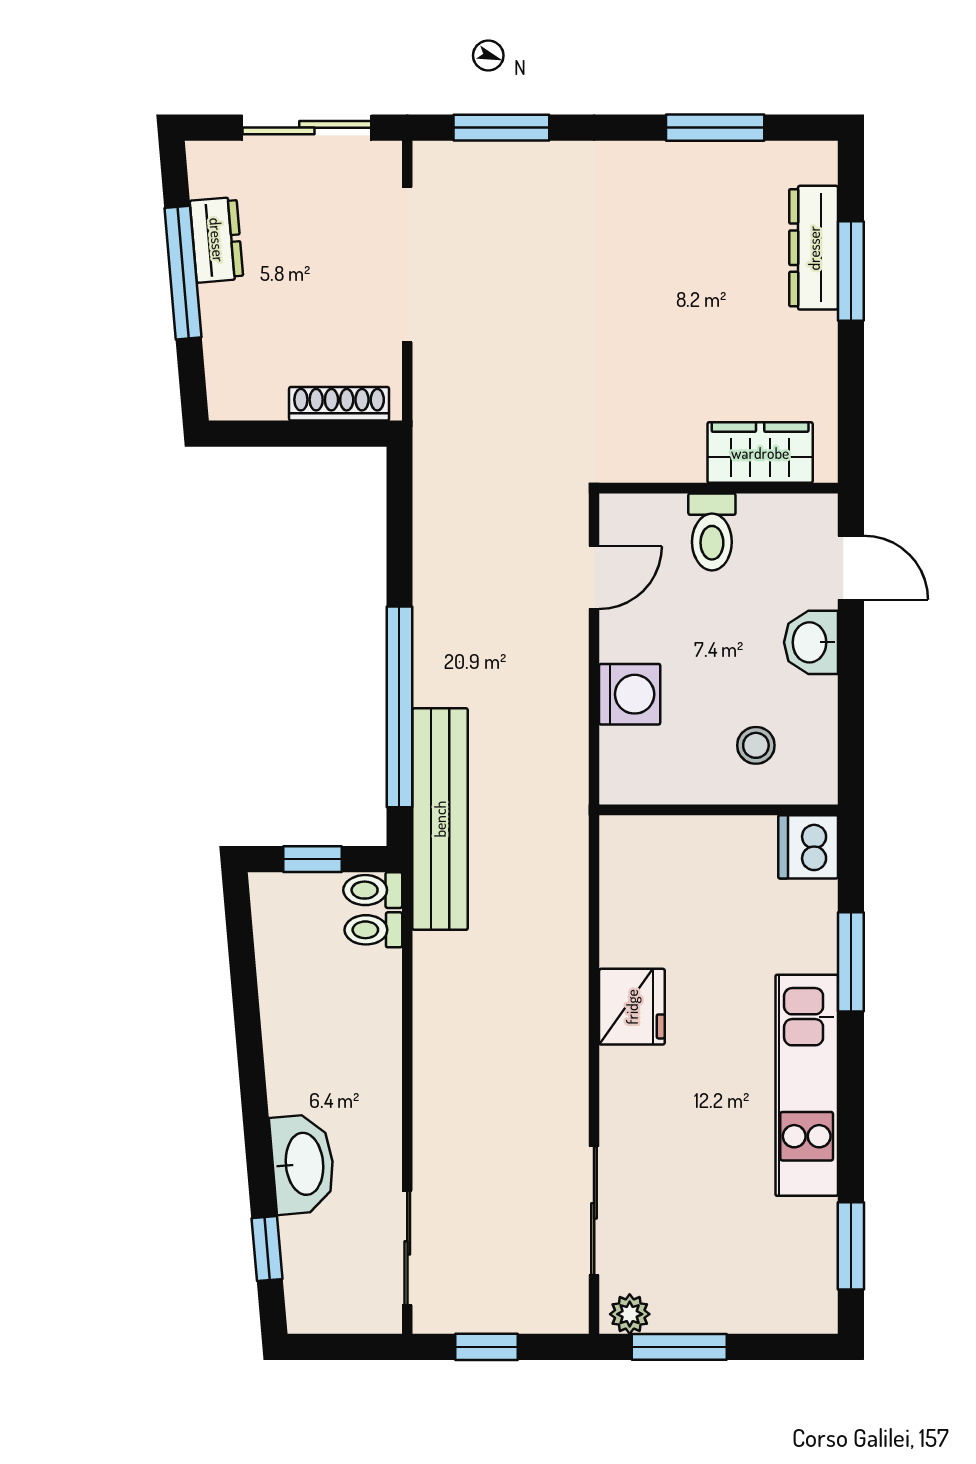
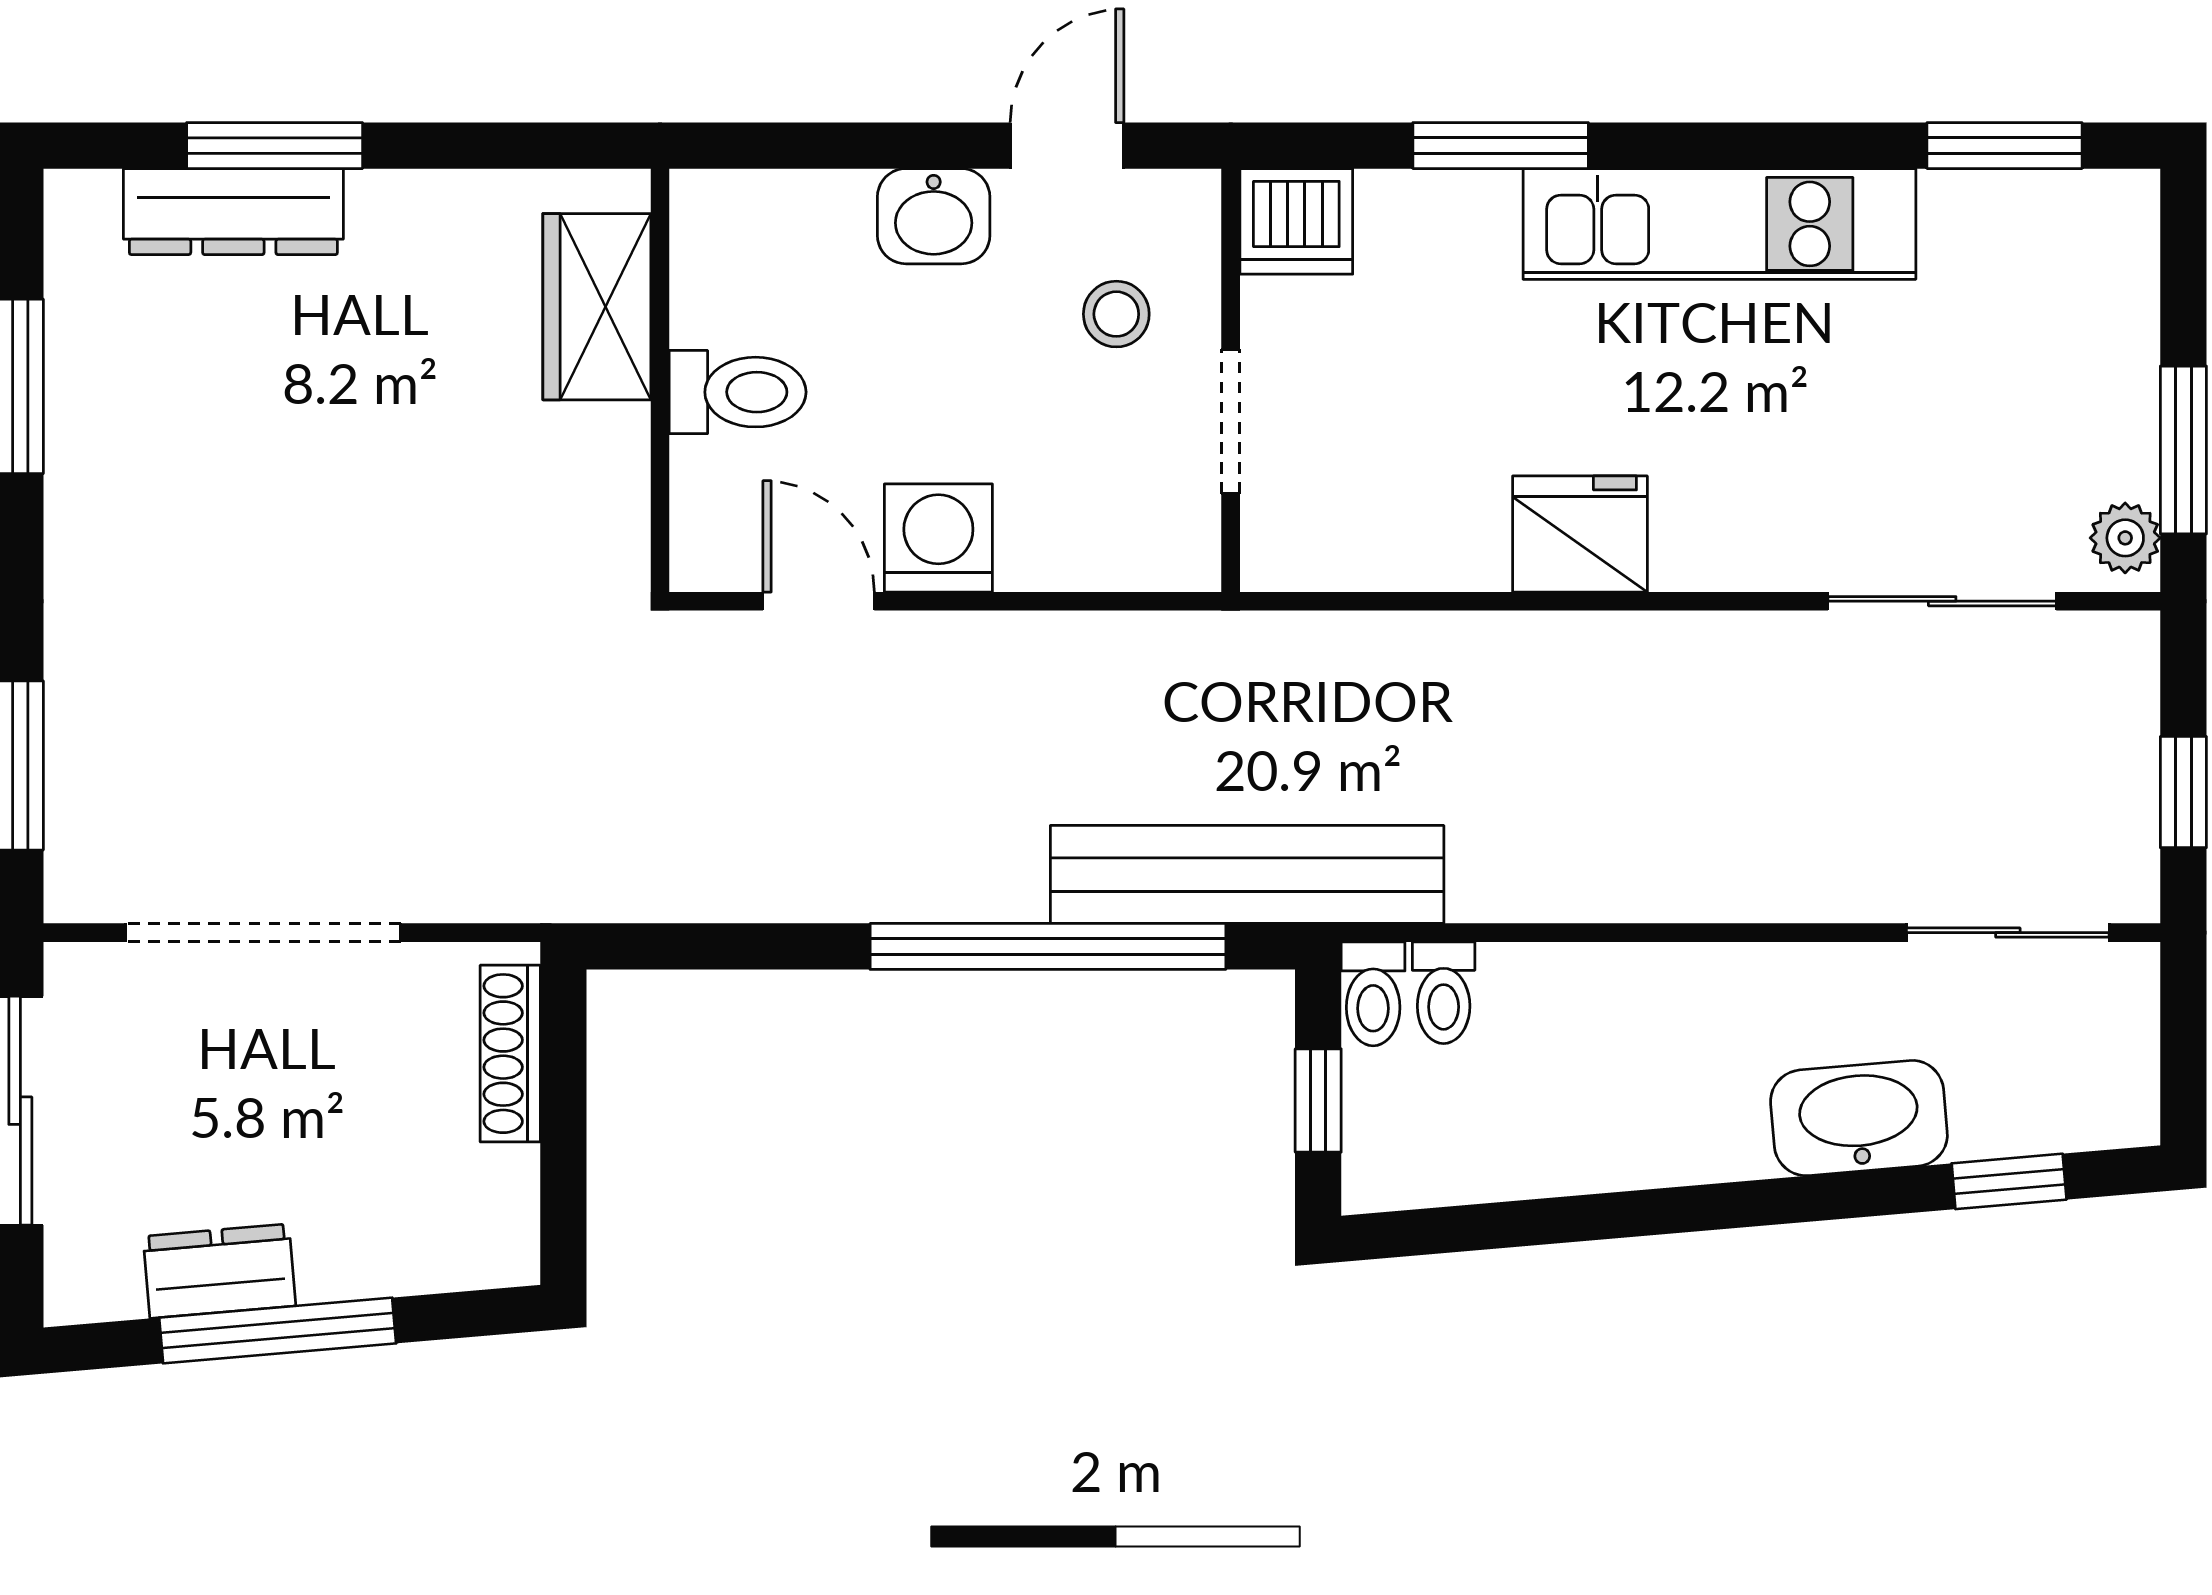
door: (851, 568) -> (1067, 146), moved
washing machine: (630, 694) -> (938, 538), moved
doorway: (695, 810) -> (1231, 421), added

